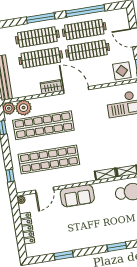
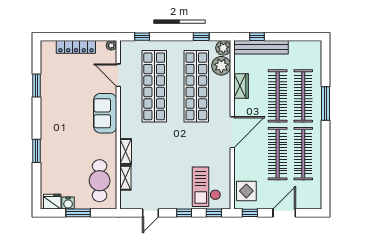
window: (85, 11) -> (325, 159), removed
wardrobe: (51, 87) -> (241, 86), moved

